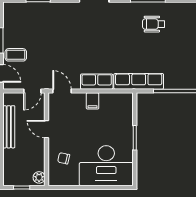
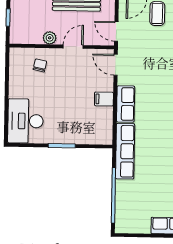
door: (62, 91) -> (116, 65), swing flipped
desk: (106, 166) -> (25, 121), width x0.73, depth x0.77
plant: (39, 177) -> (50, 38), moved

